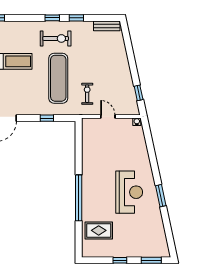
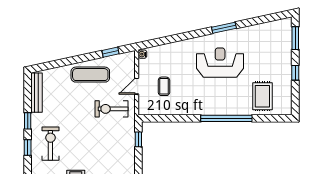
bench: (107, 26) -> (36, 93), width x1.36
exercise mat: (58, 78) -> (90, 75), moved, width x0.73, depth x0.69
exercise bike: (87, 94) -> (111, 109), width x1.38, depth x1.39
window: (47, 118) -> (138, 139), moved
coffee table: (108, 141) -> (164, 86), added

